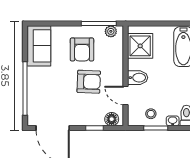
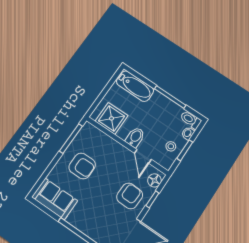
plant: (111, 31) -> (84, 133), removed
armchair: (89, 82) -> (130, 196), moved
door: (126, 95) -> (143, 156), hinge flipped

